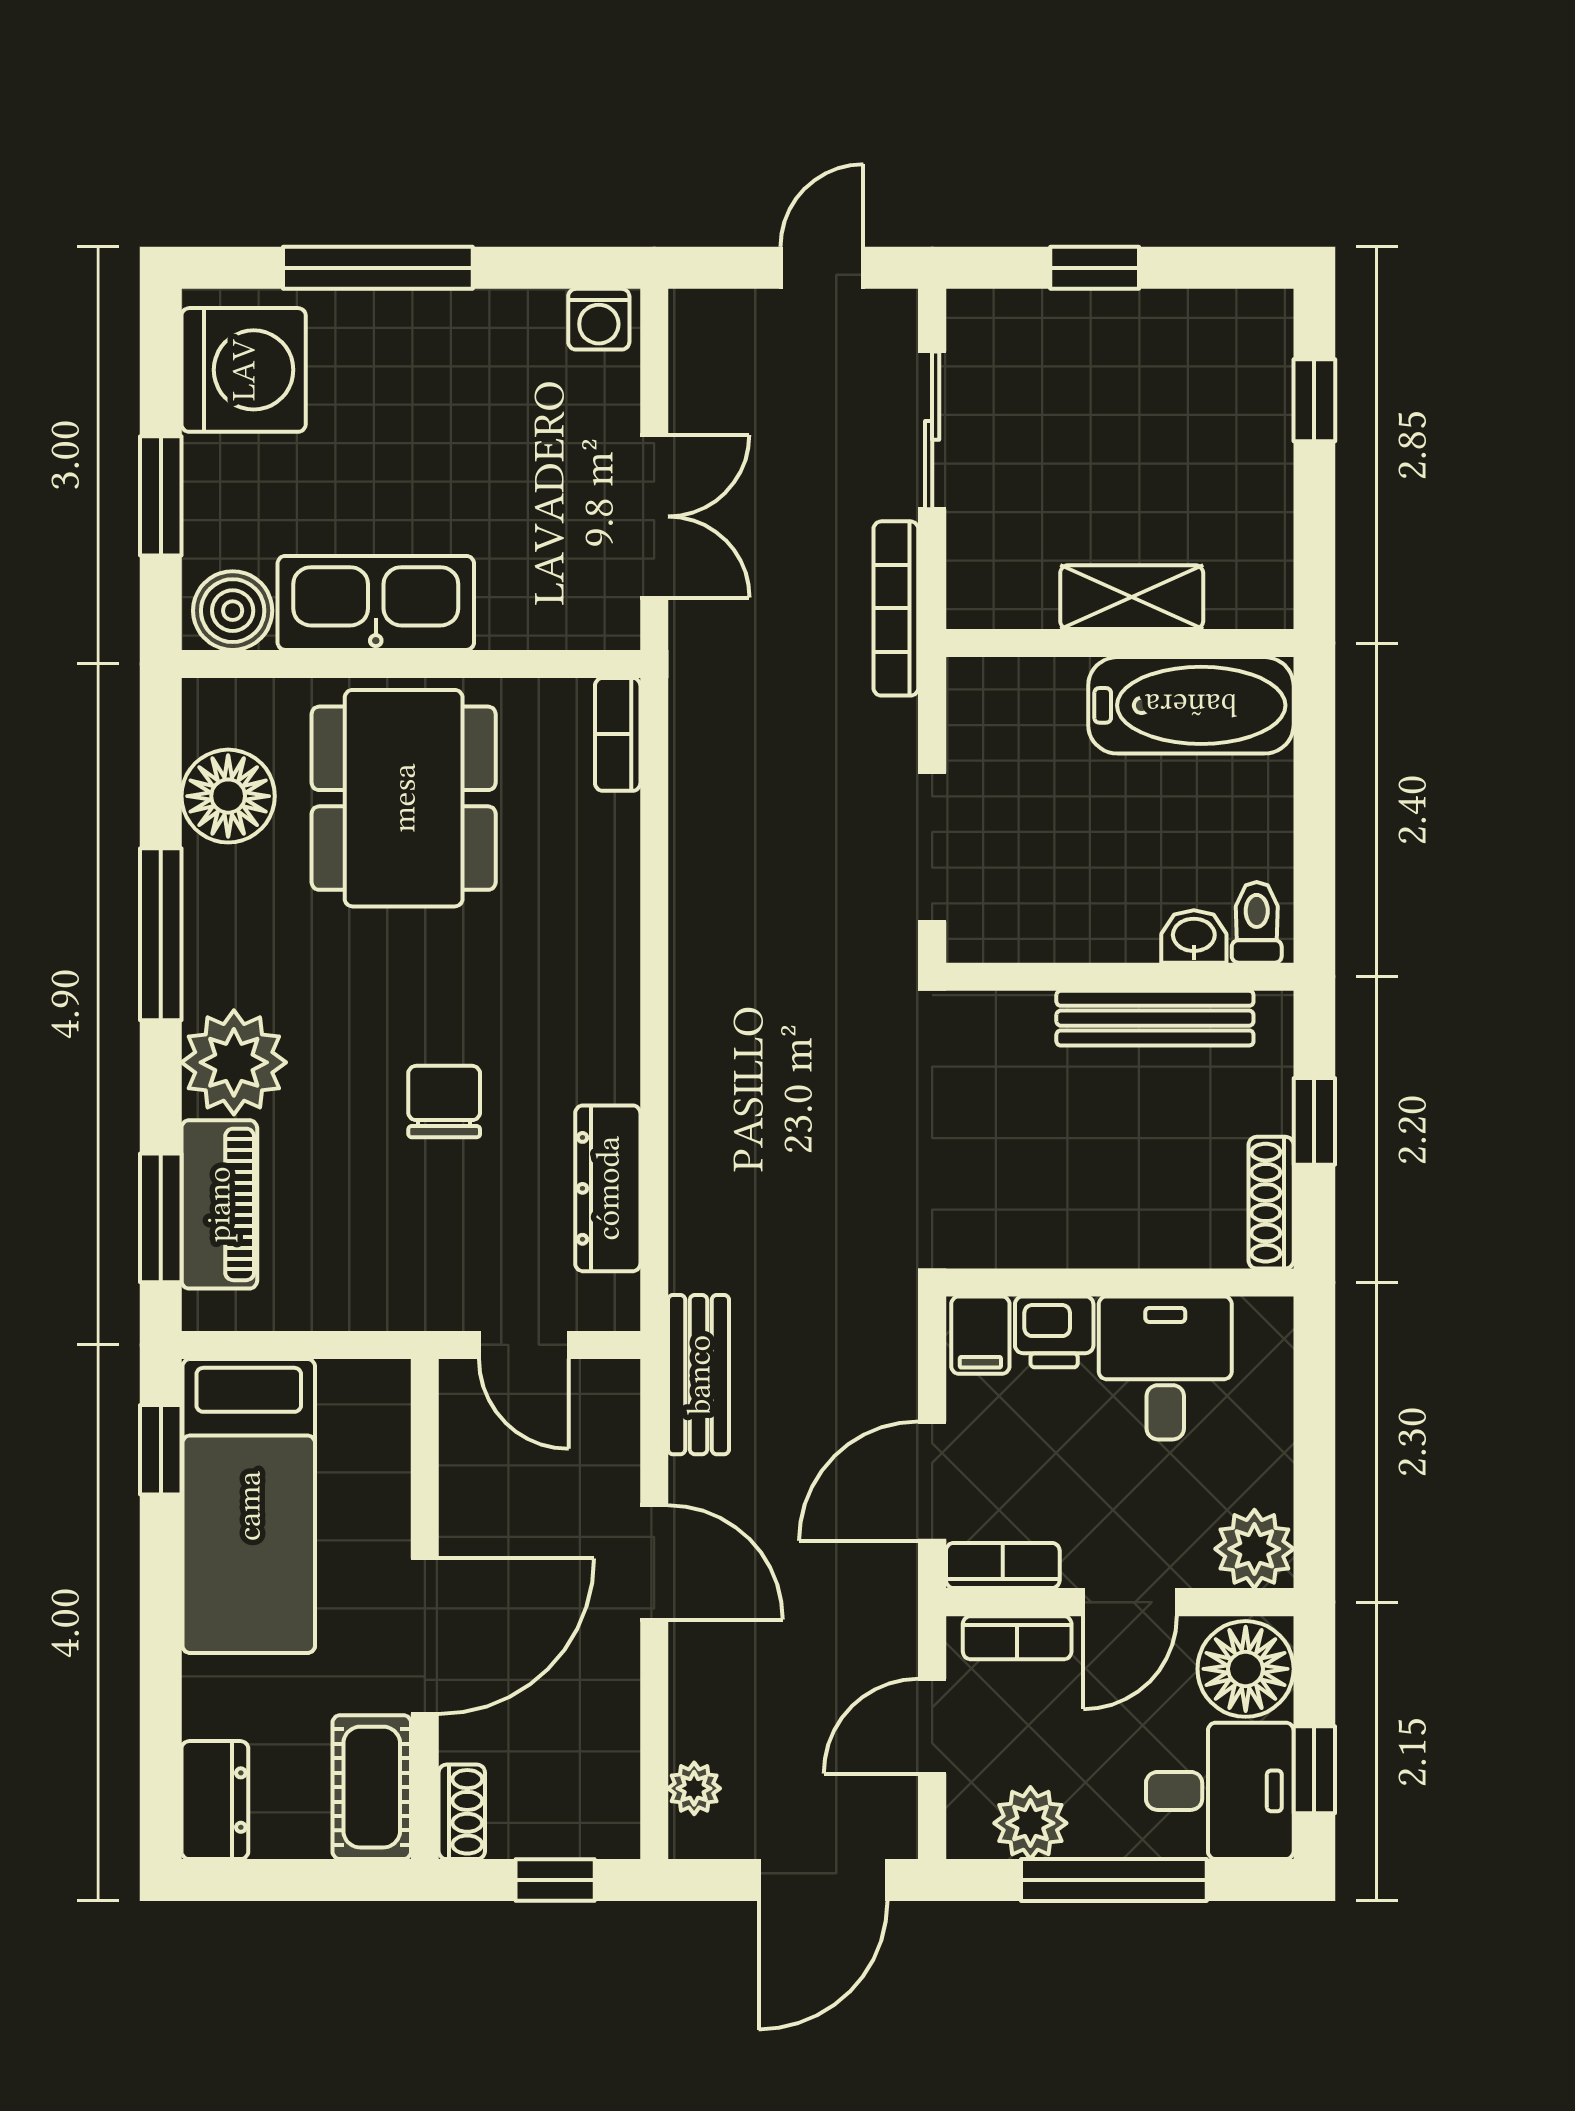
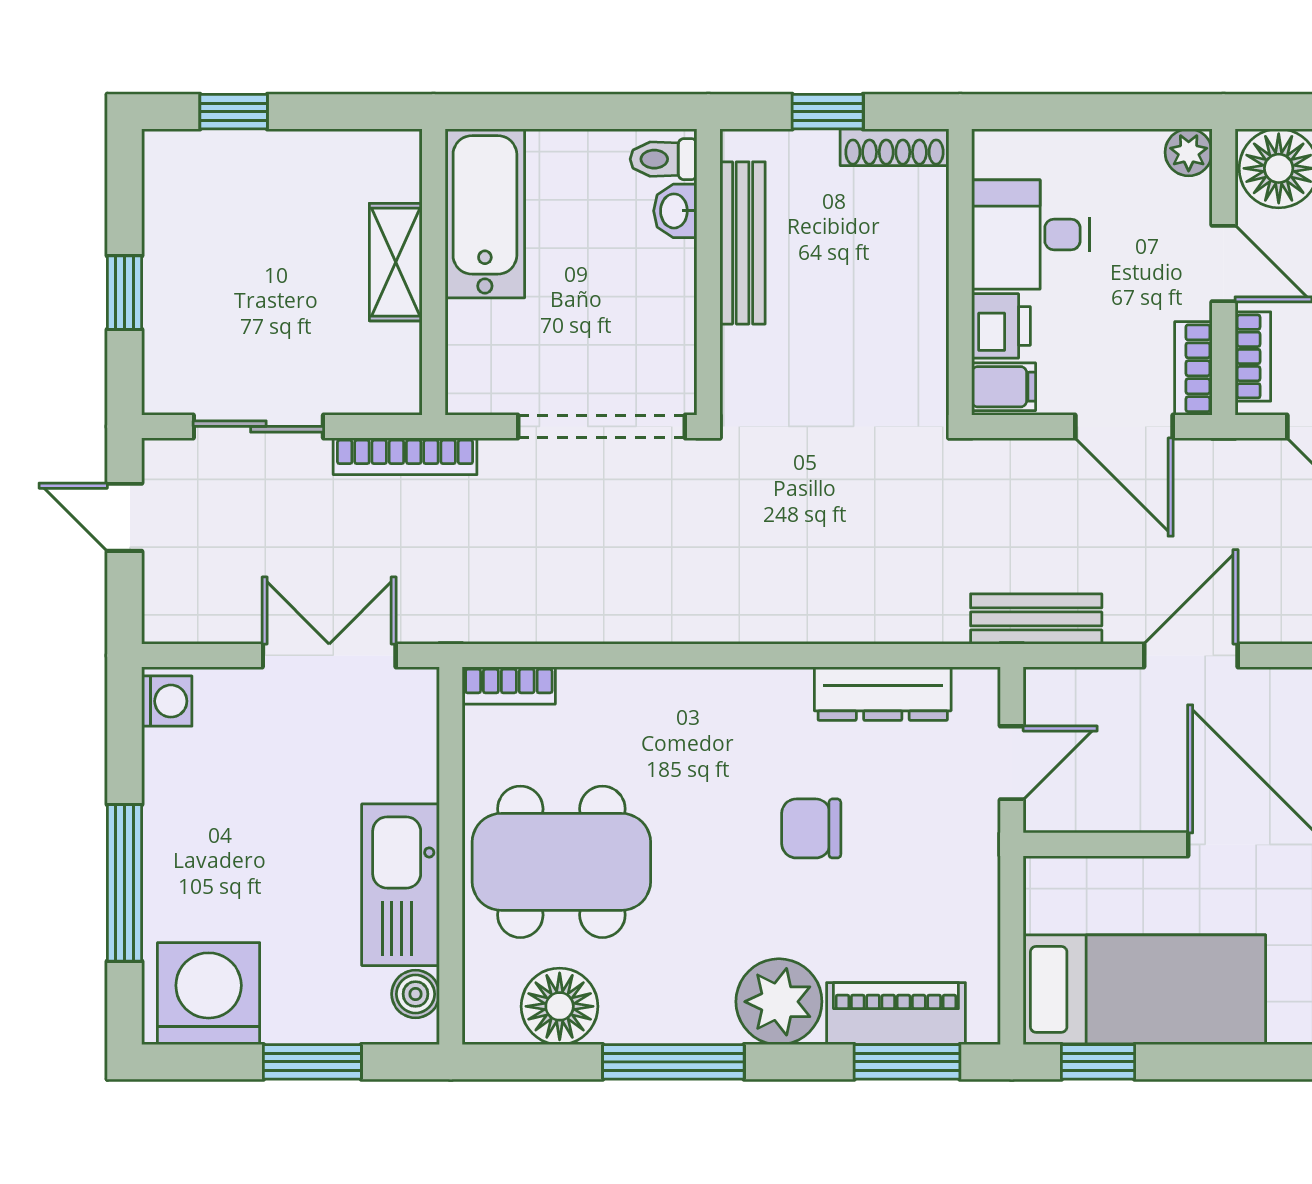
boiler: (233, 611) -> (415, 994), width x0.73, depth x0.73
doorway: (932, 847) -> (602, 426), width x1.36
plant: (1254, 1549) -> (1189, 152), width x0.73, depth x0.73

